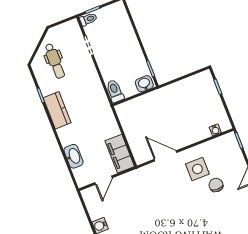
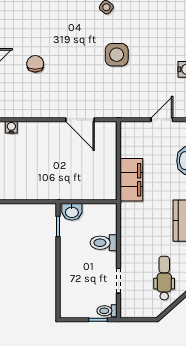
toilet: (115, 91) -> (104, 243), moved, turned 90
filing cabinet: (120, 154) -> (131, 180), moved
side table: (197, 169) -> (117, 55), moved
chair: (216, 185) -> (35, 64), turned 180

